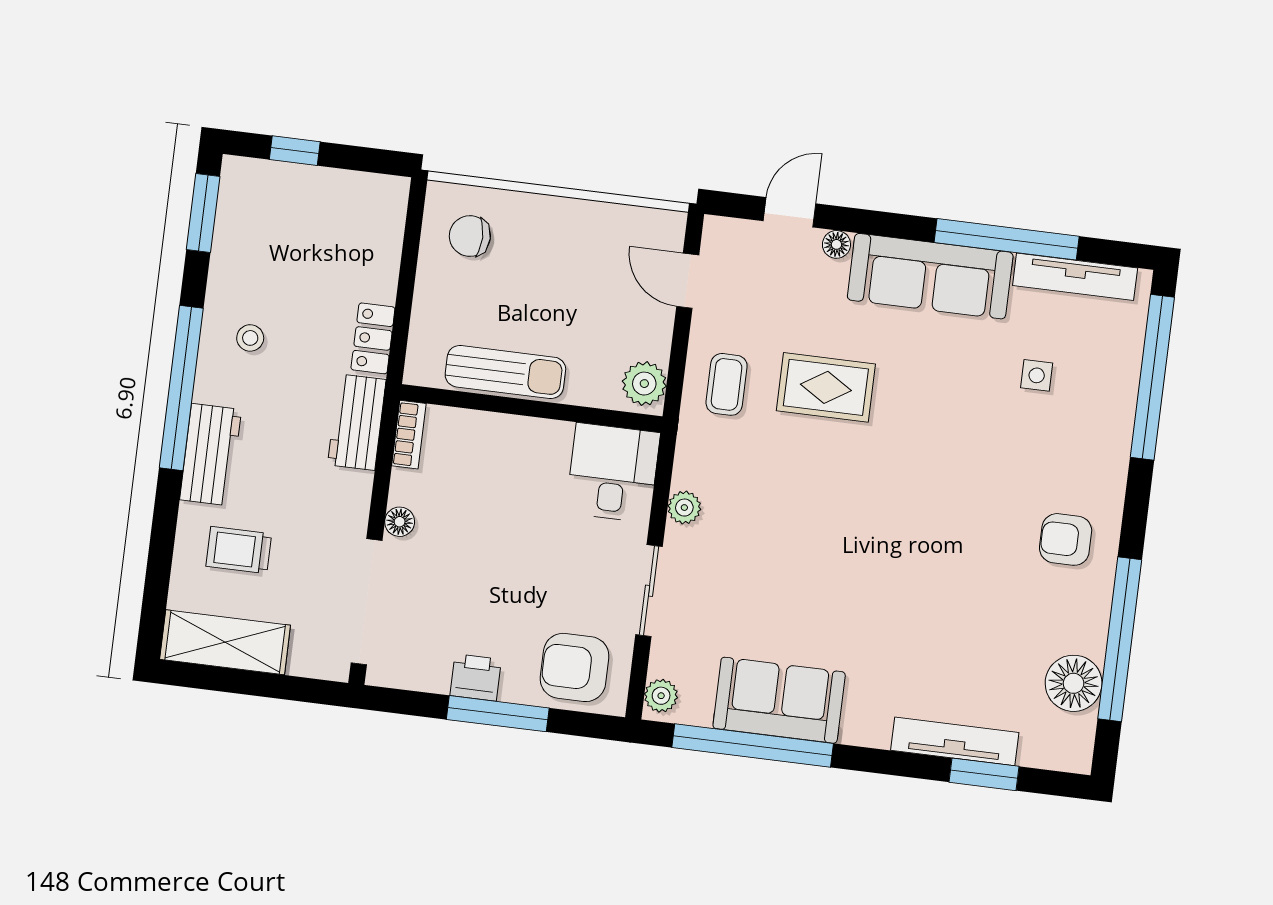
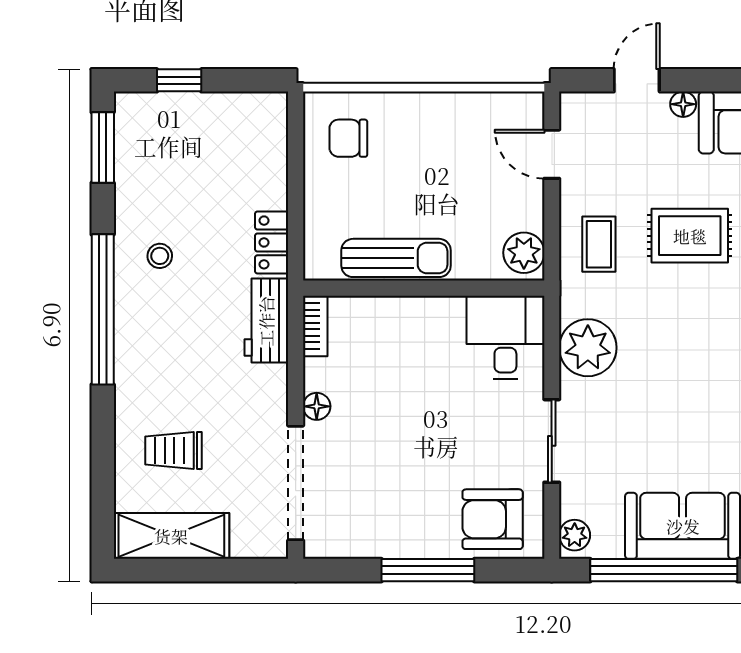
workbench: (211, 455) -> (137, 367), removed
plant: (684, 508) -> (588, 348), width x1.87, depth x1.87
printer: (476, 677) -> (404, 540), removed

